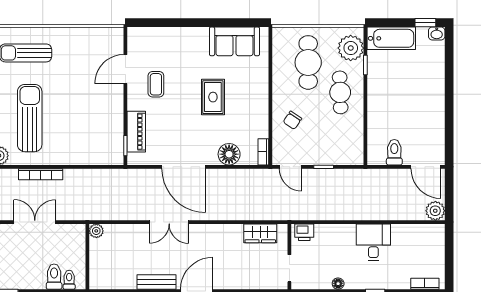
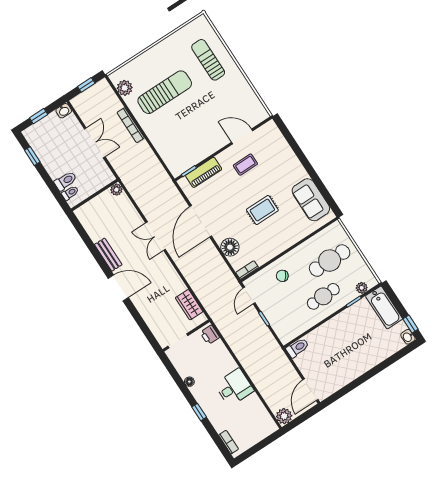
plant: (351, 48) -> (362, 288), width x0.53, depth x0.53
toilet: (394, 152) -> (297, 348), moved

